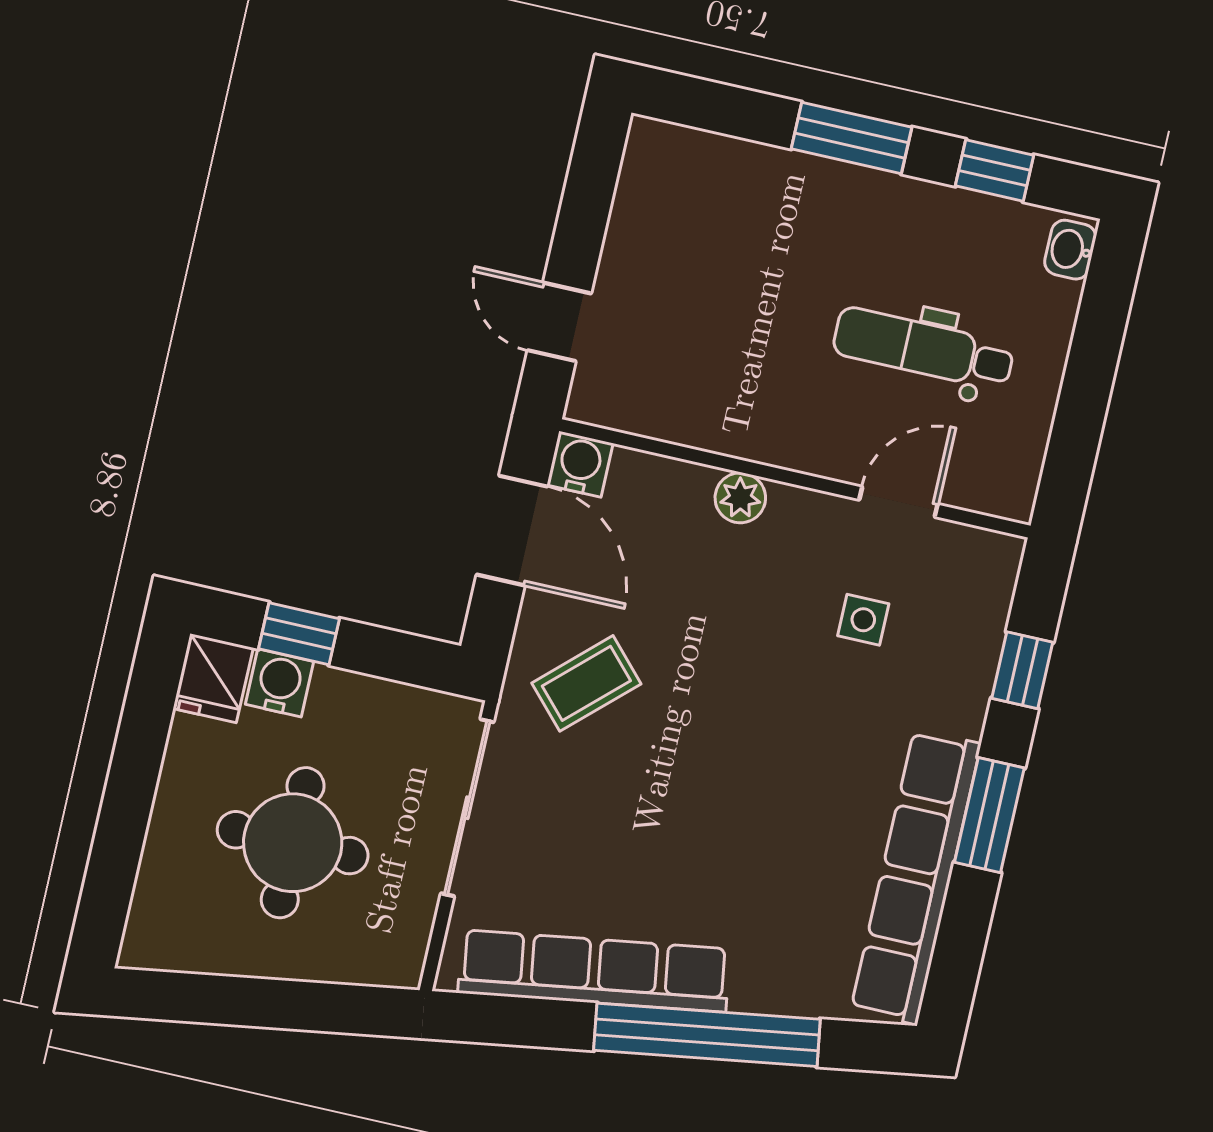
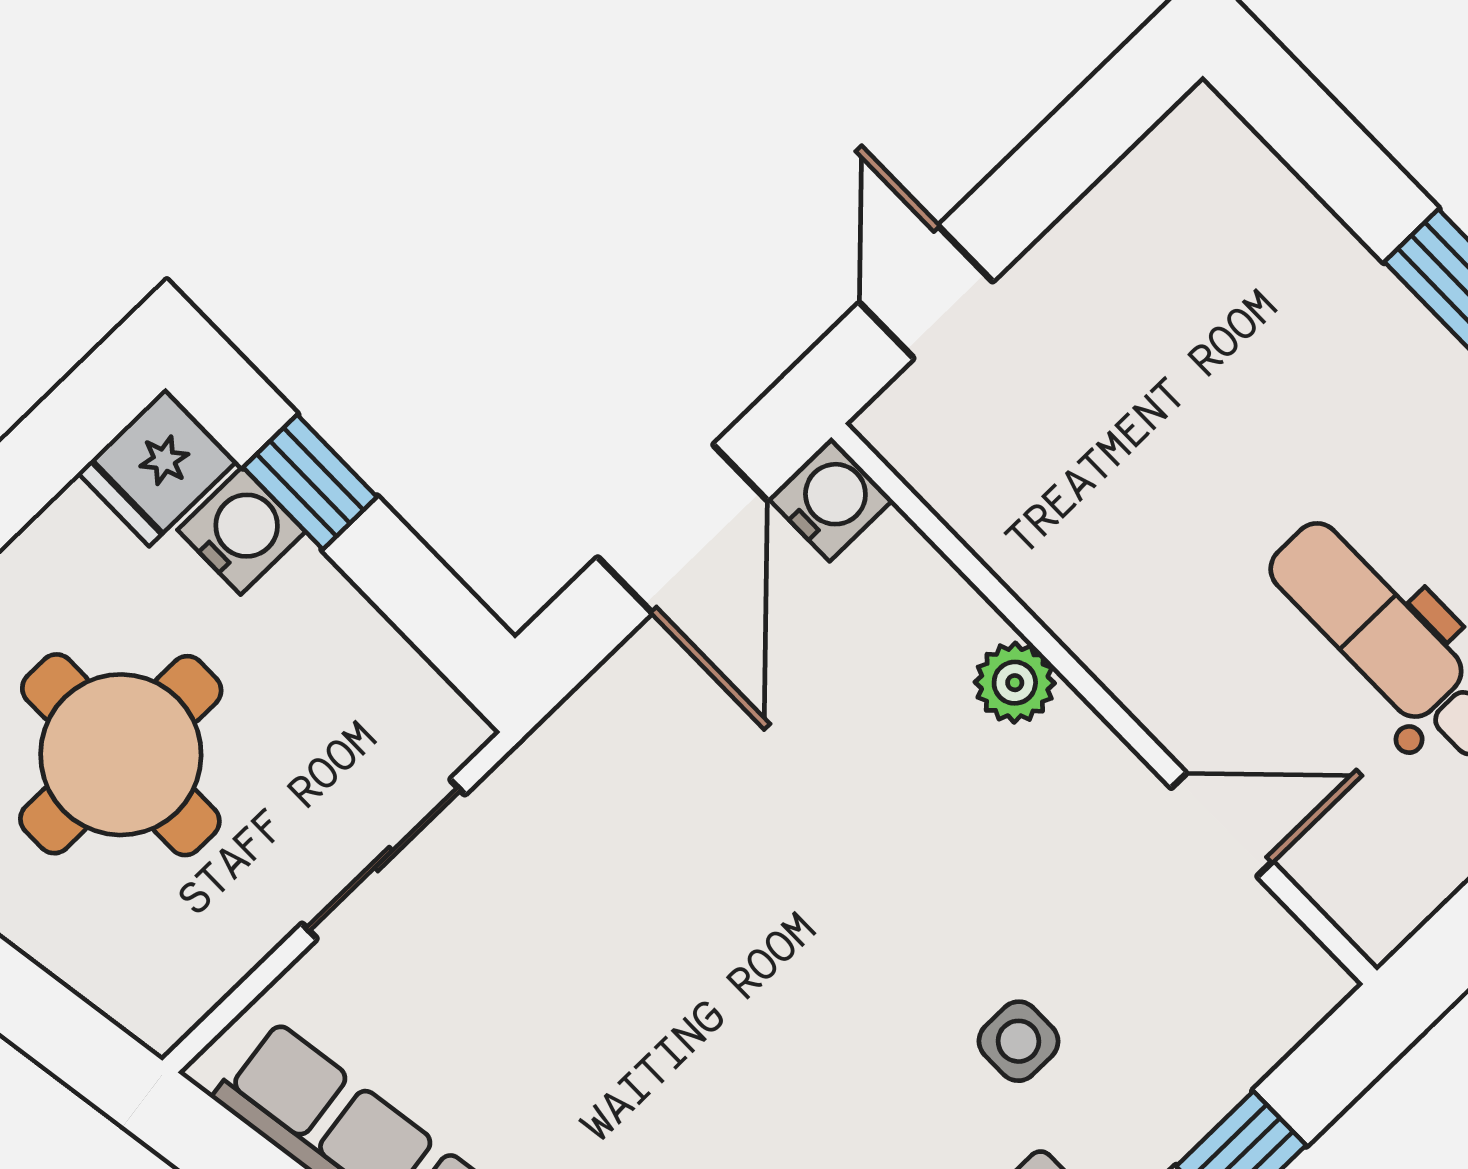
side table: (863, 620) -> (1018, 1041), moved
coffee table: (586, 683) -> (649, 797), removed
sliding door: (467, 808) -> (383, 859), width x0.73

